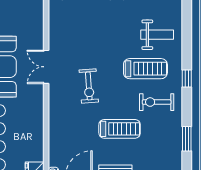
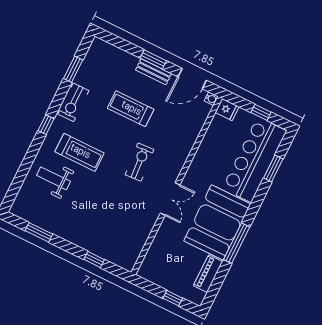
treadmill: (145, 69) -> (80, 152), turned 180
exercise bike: (157, 102) -> (73, 102), moved, turned 90

